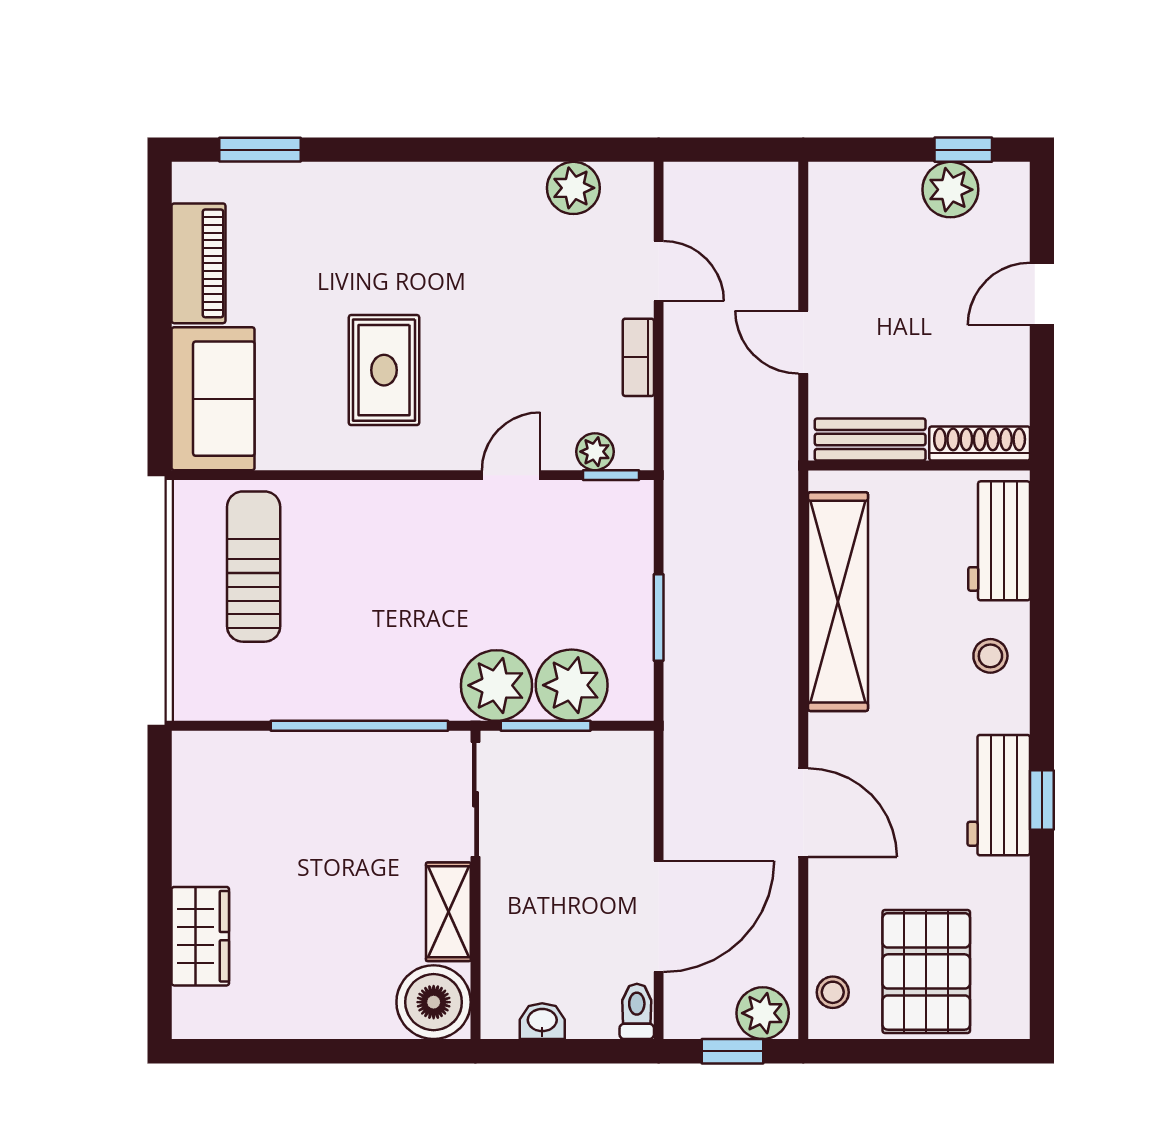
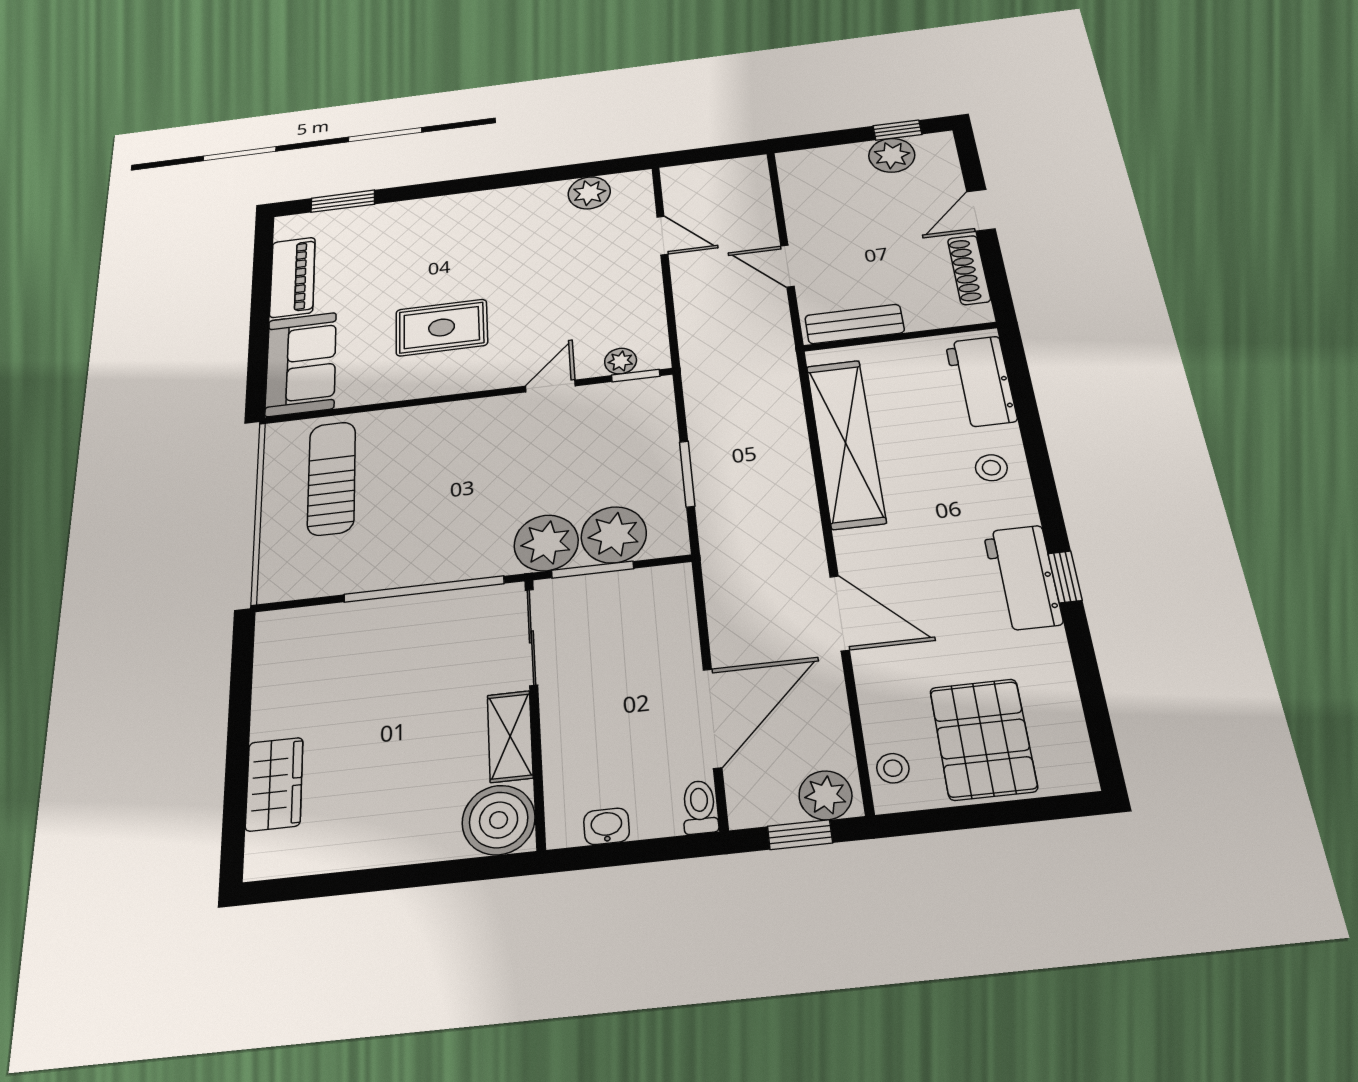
bookcase: (638, 357) -> (651, 293), removed
rug: (384, 370) -> (442, 328), turned 90
shoe rack: (980, 444) -> (969, 270), moved, turned -90

